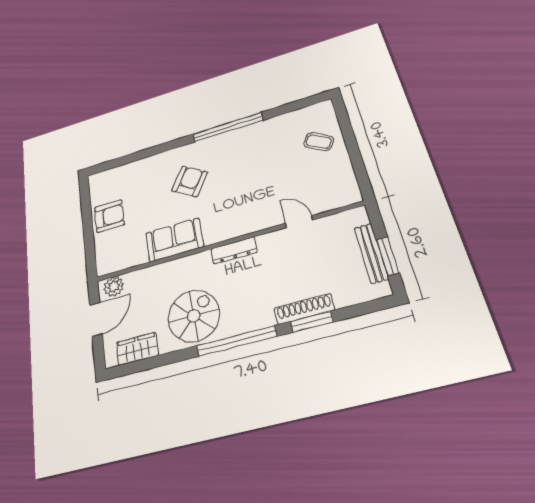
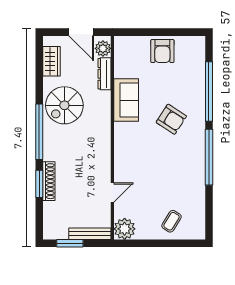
window: (150, 152) -> (209, 92), added
plant: (345, 192) -> (125, 229), added
dresser: (234, 250) -> (105, 74), moved
bench: (371, 253) -> (90, 234), moved
spiral stairs: (194, 316) -> (64, 105), turned 90

